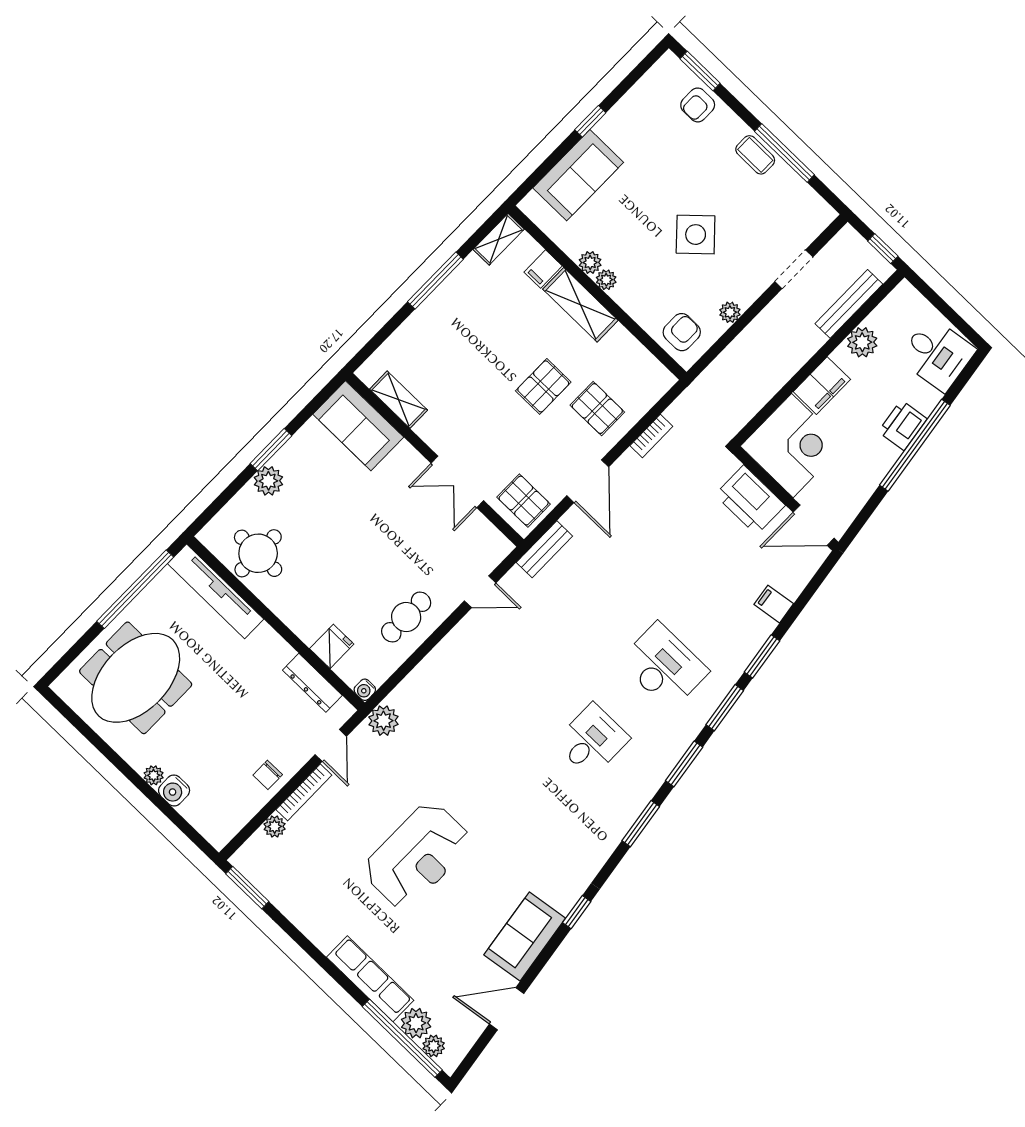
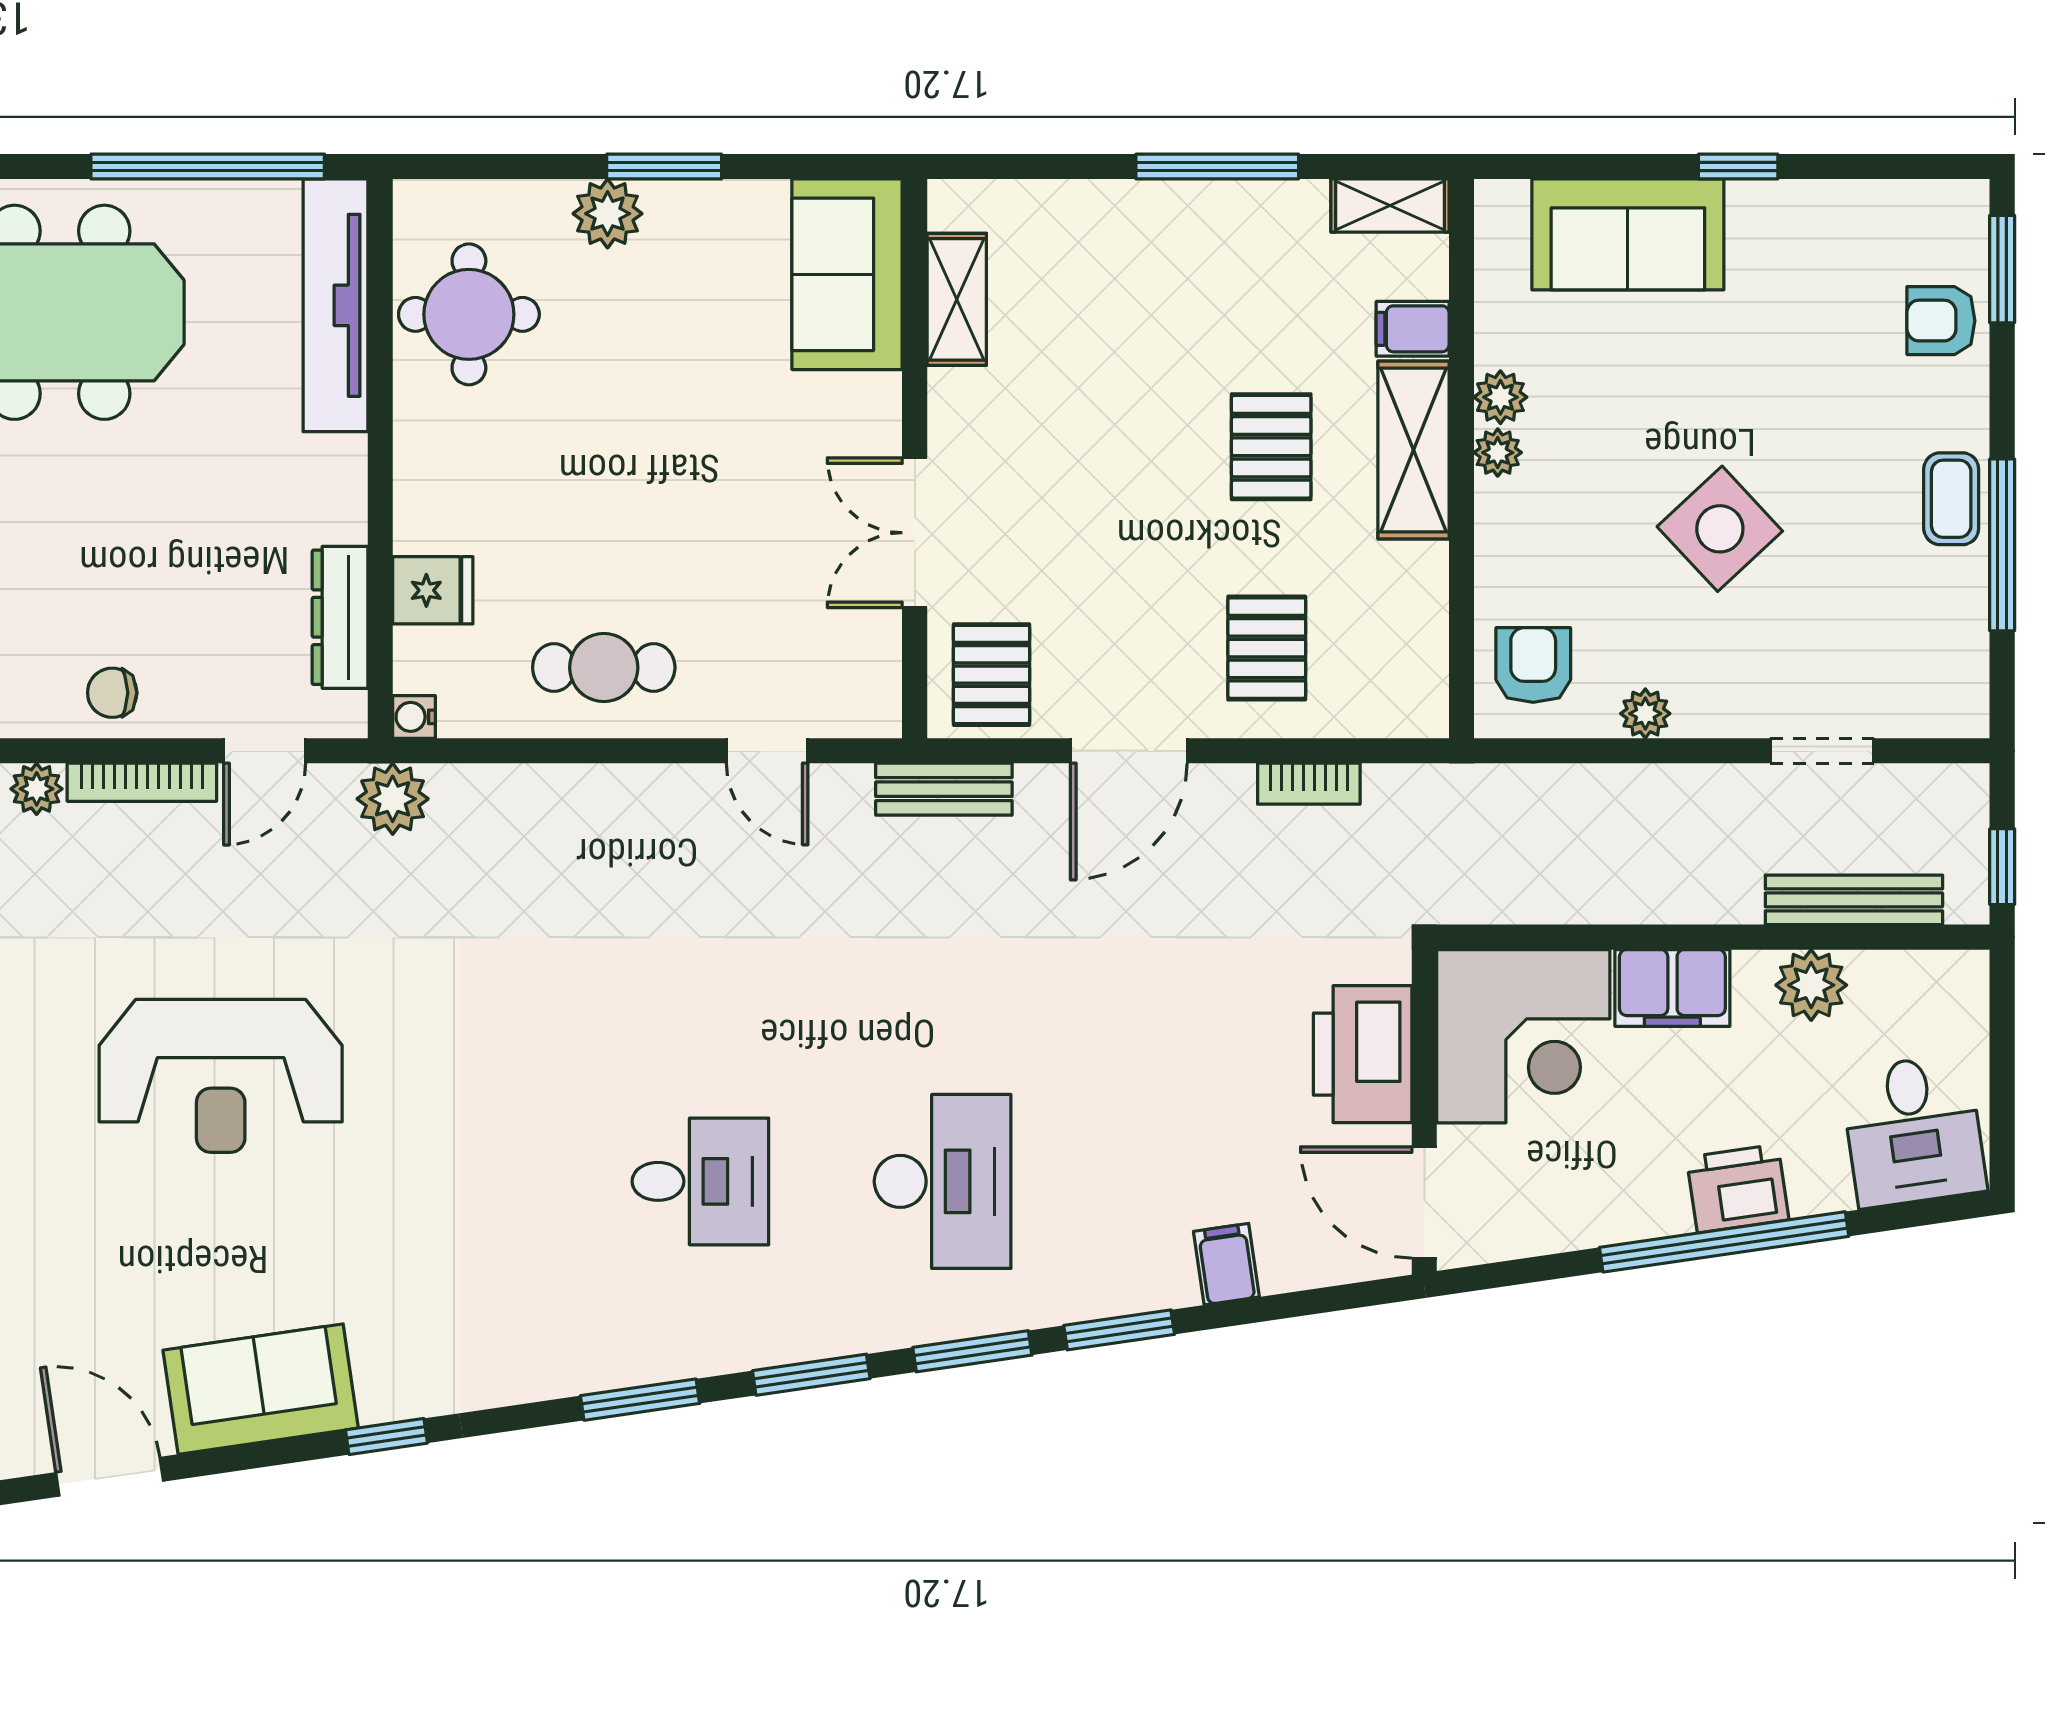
armchair: (682, 332) -> (1533, 665), turned -90
pallet: (543, 386) -> (1271, 447), moved, turned 90

